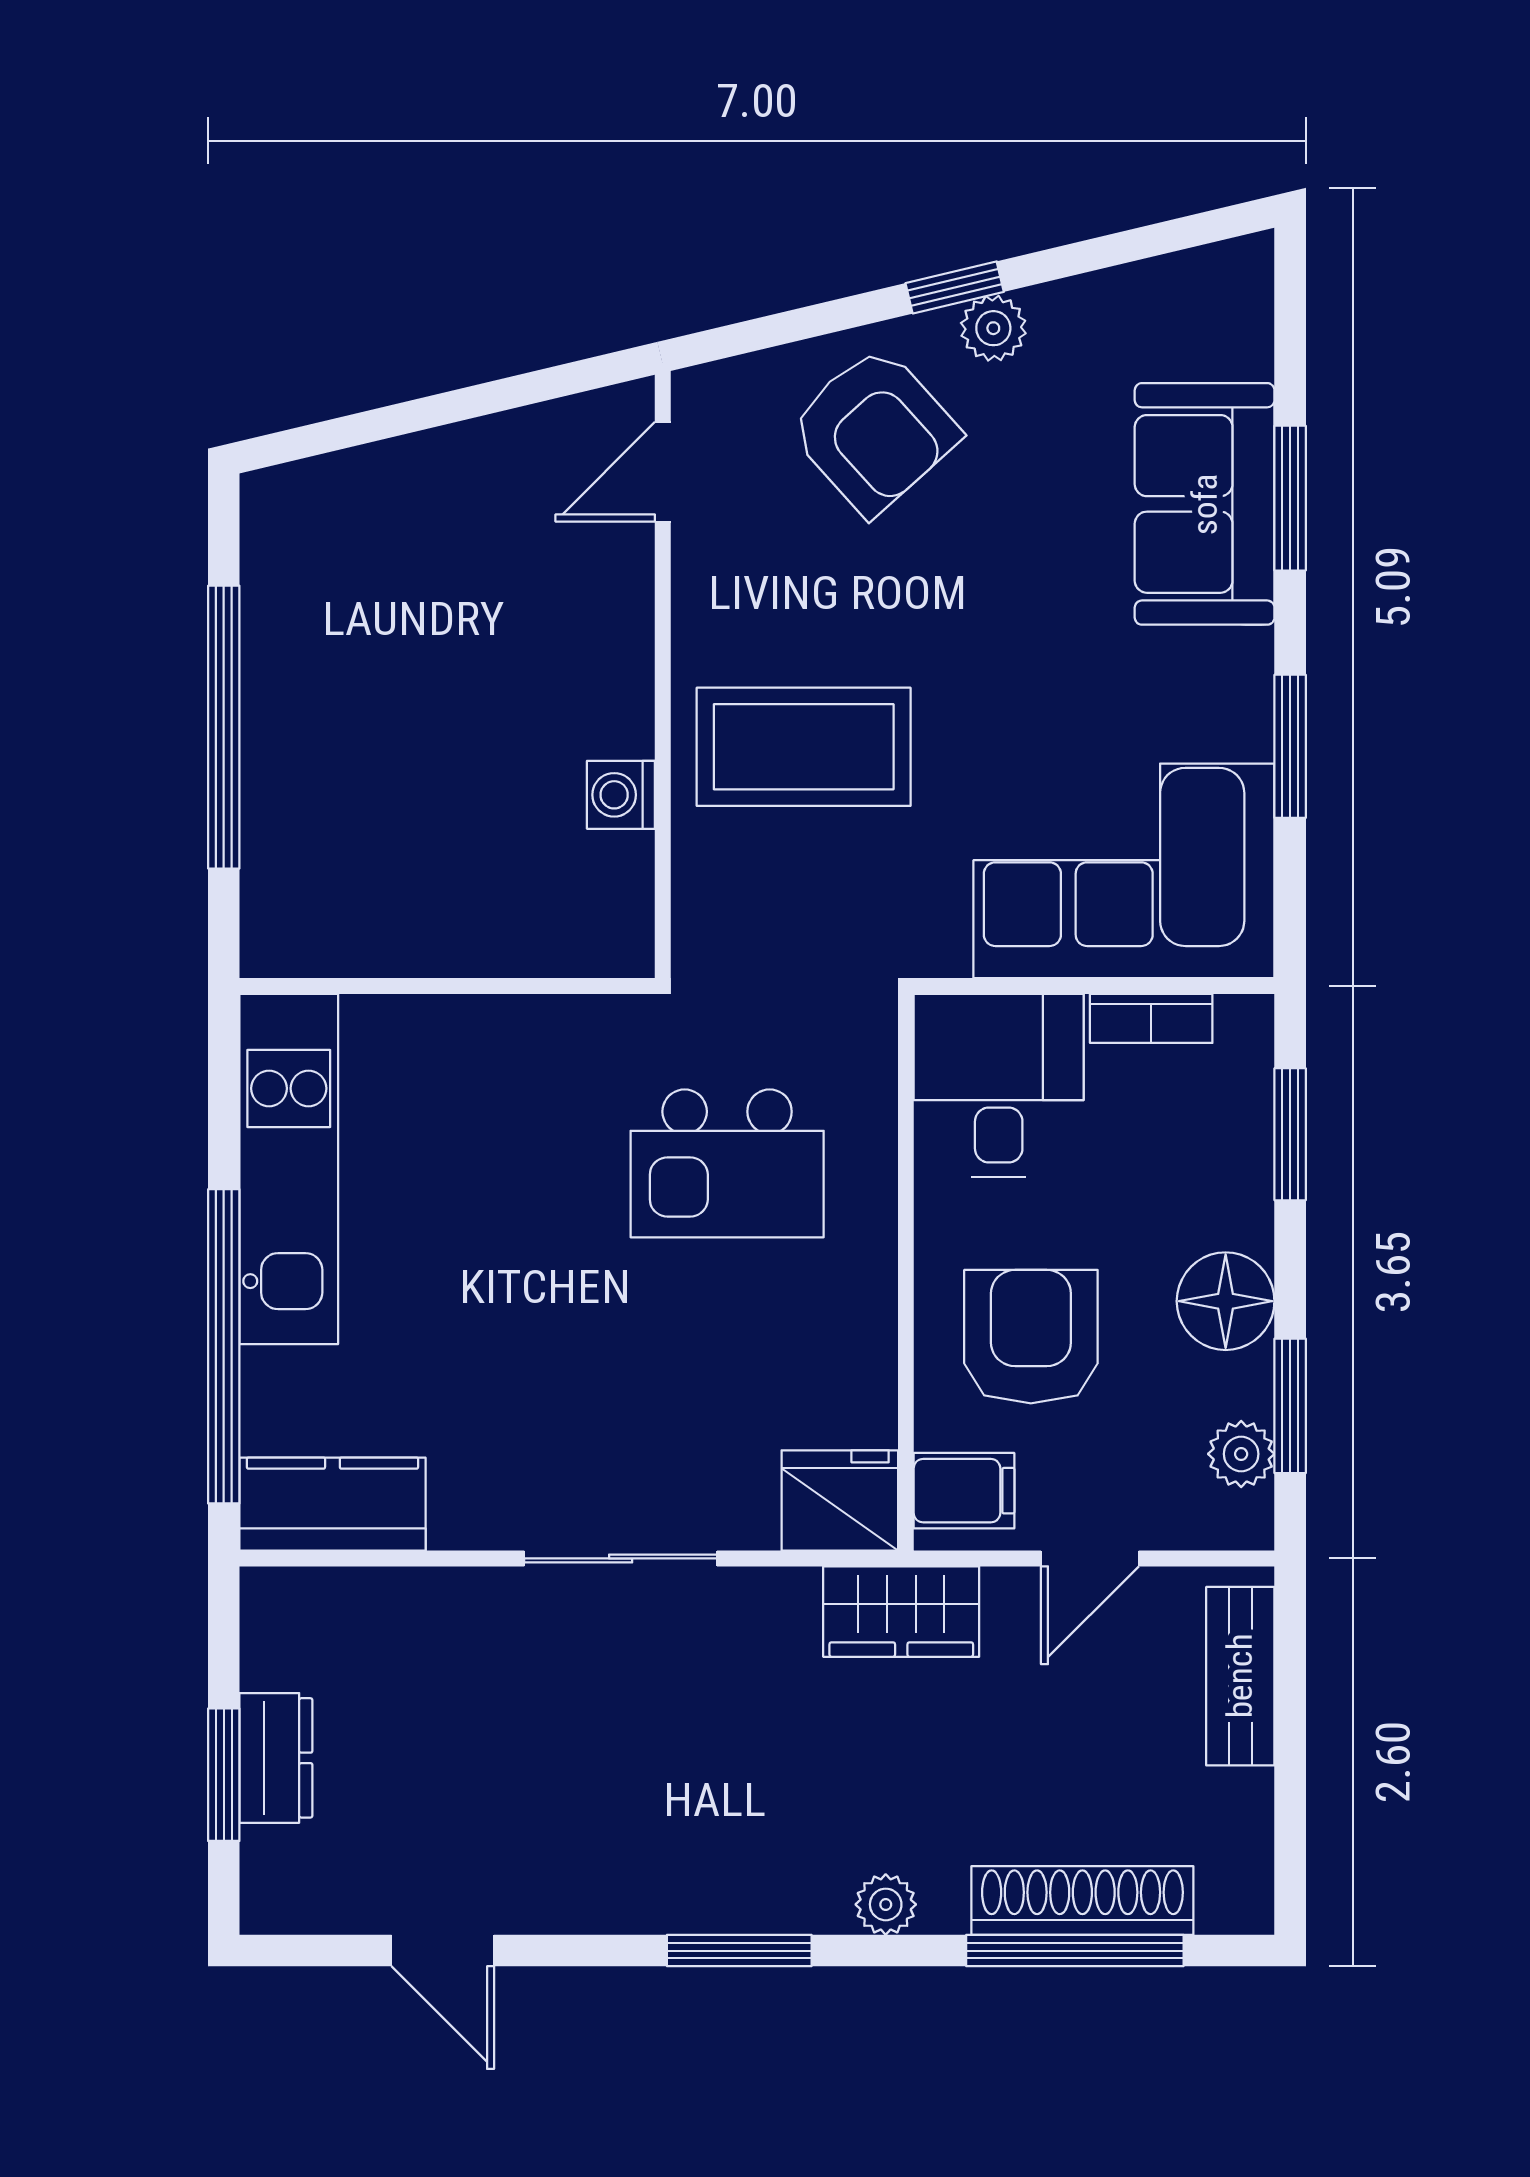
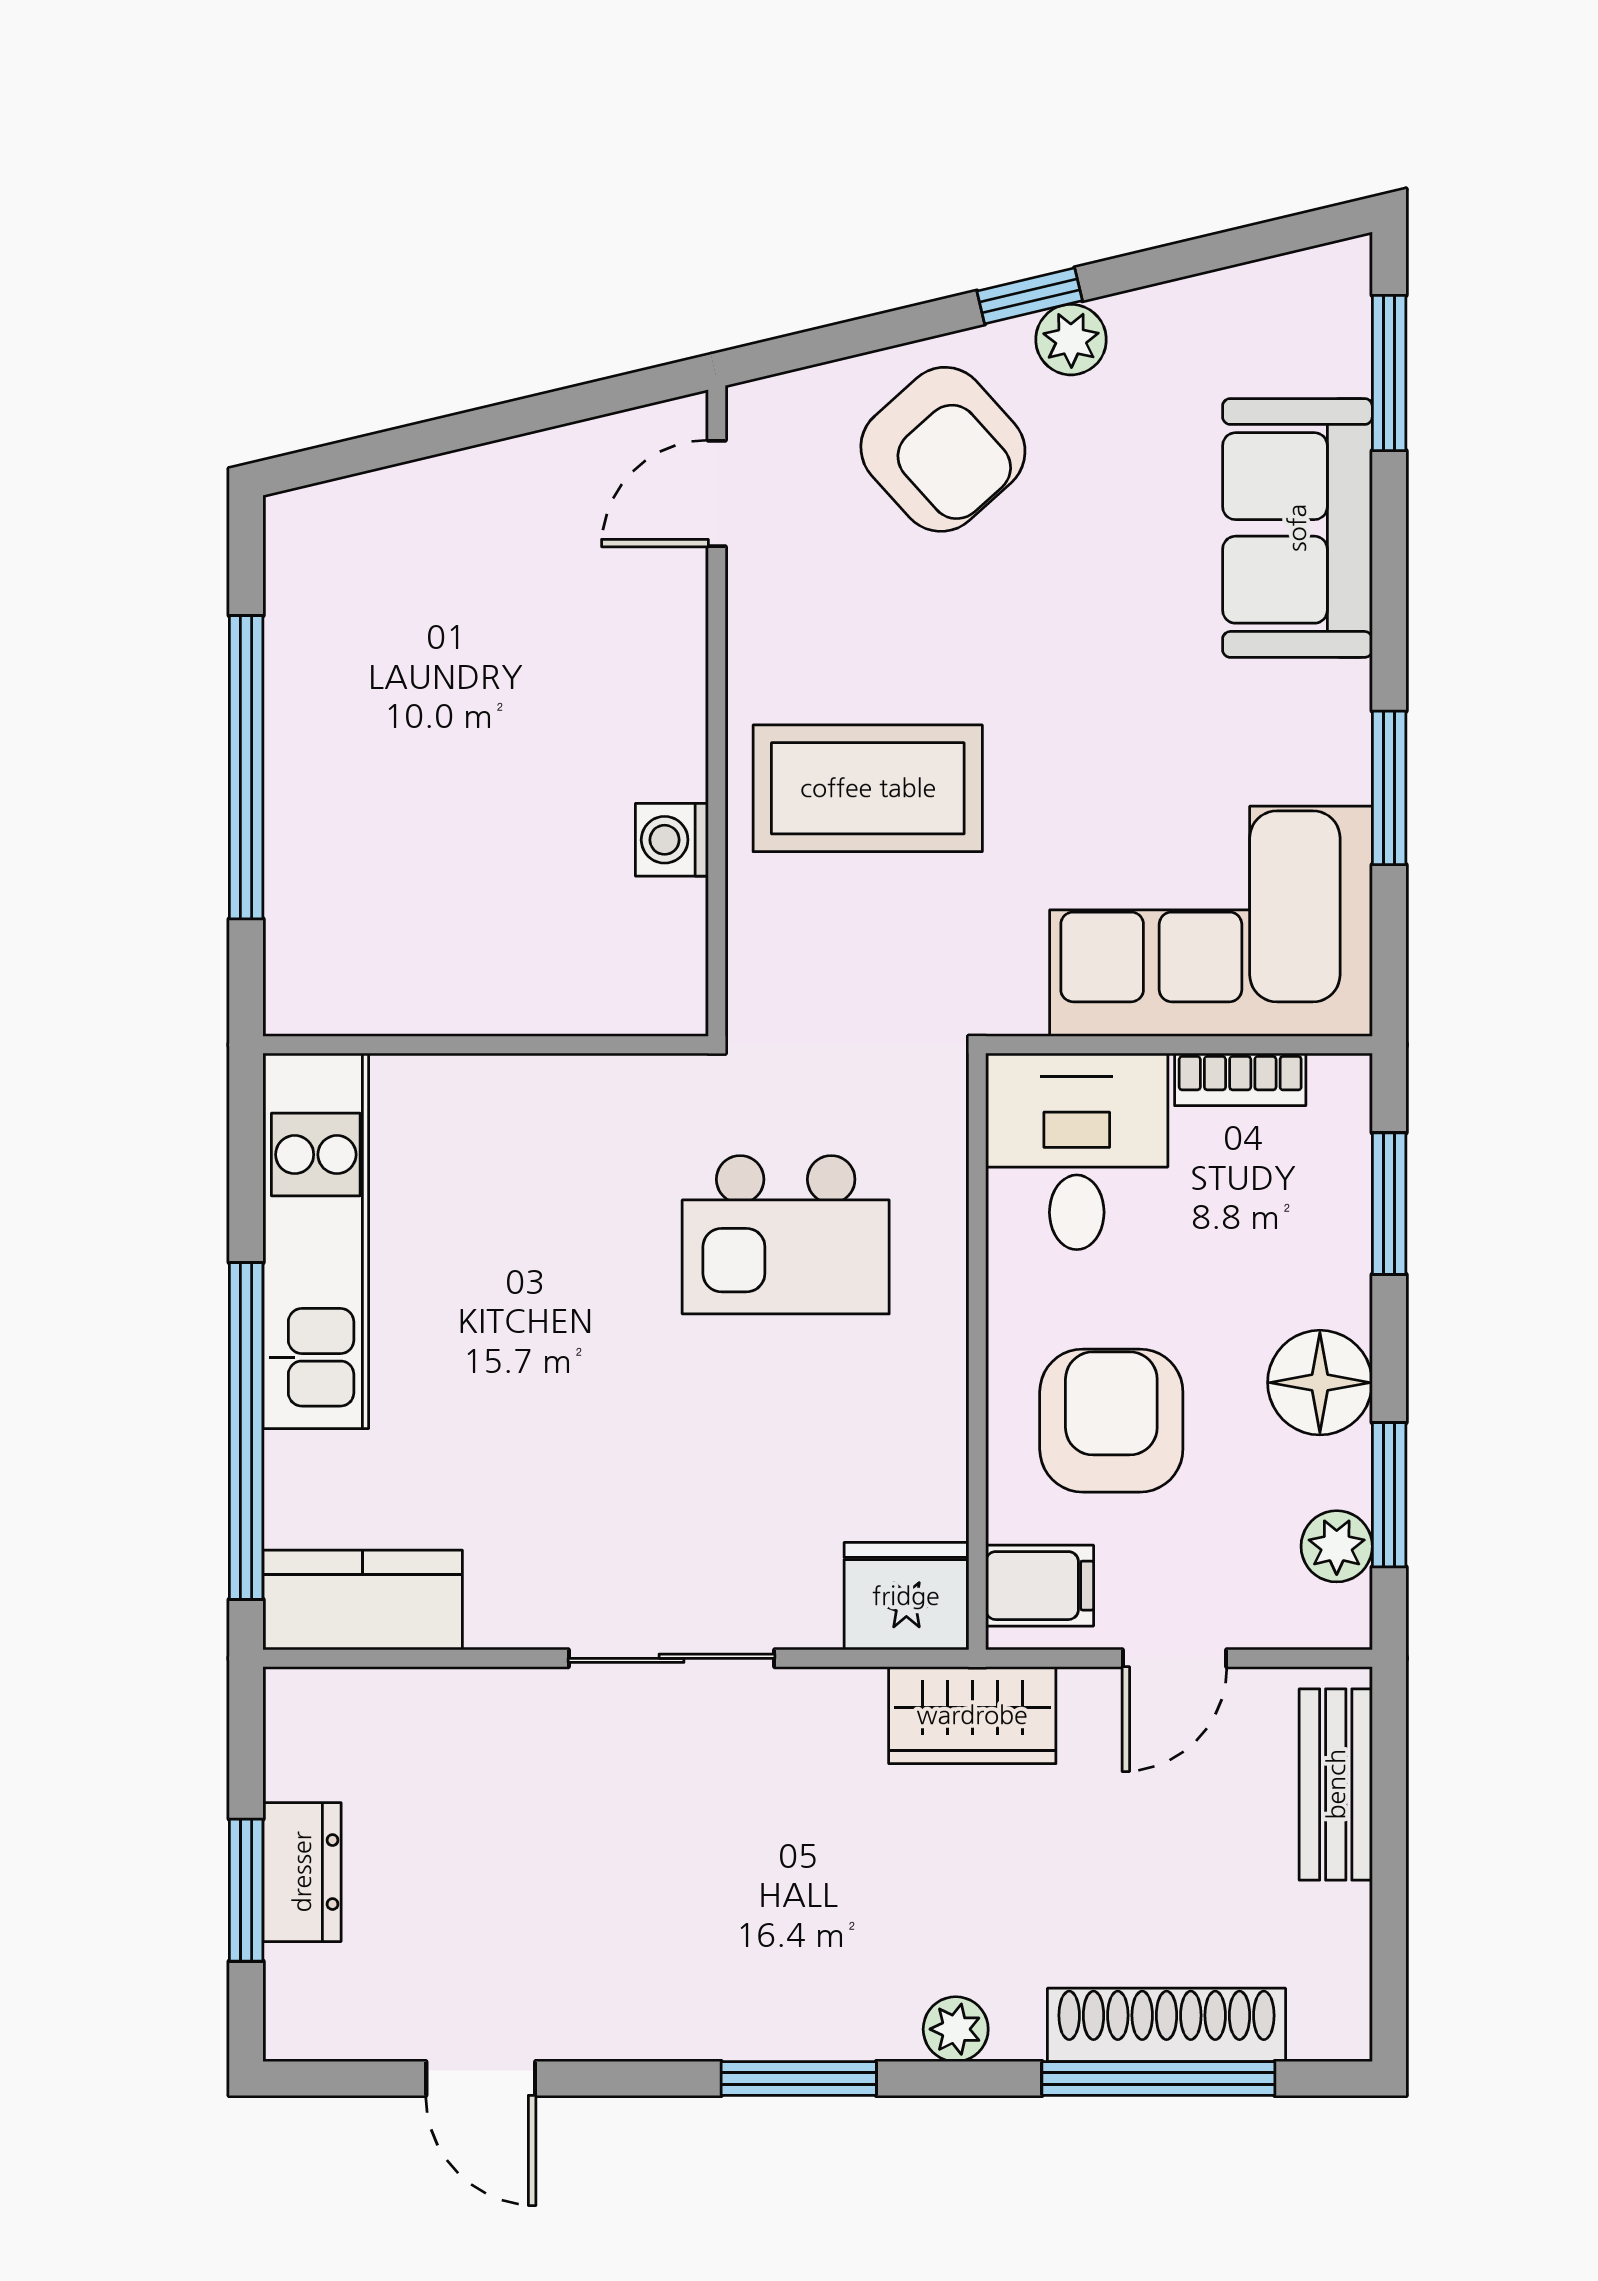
window: (1290, 498) -> (1389, 373), moved

